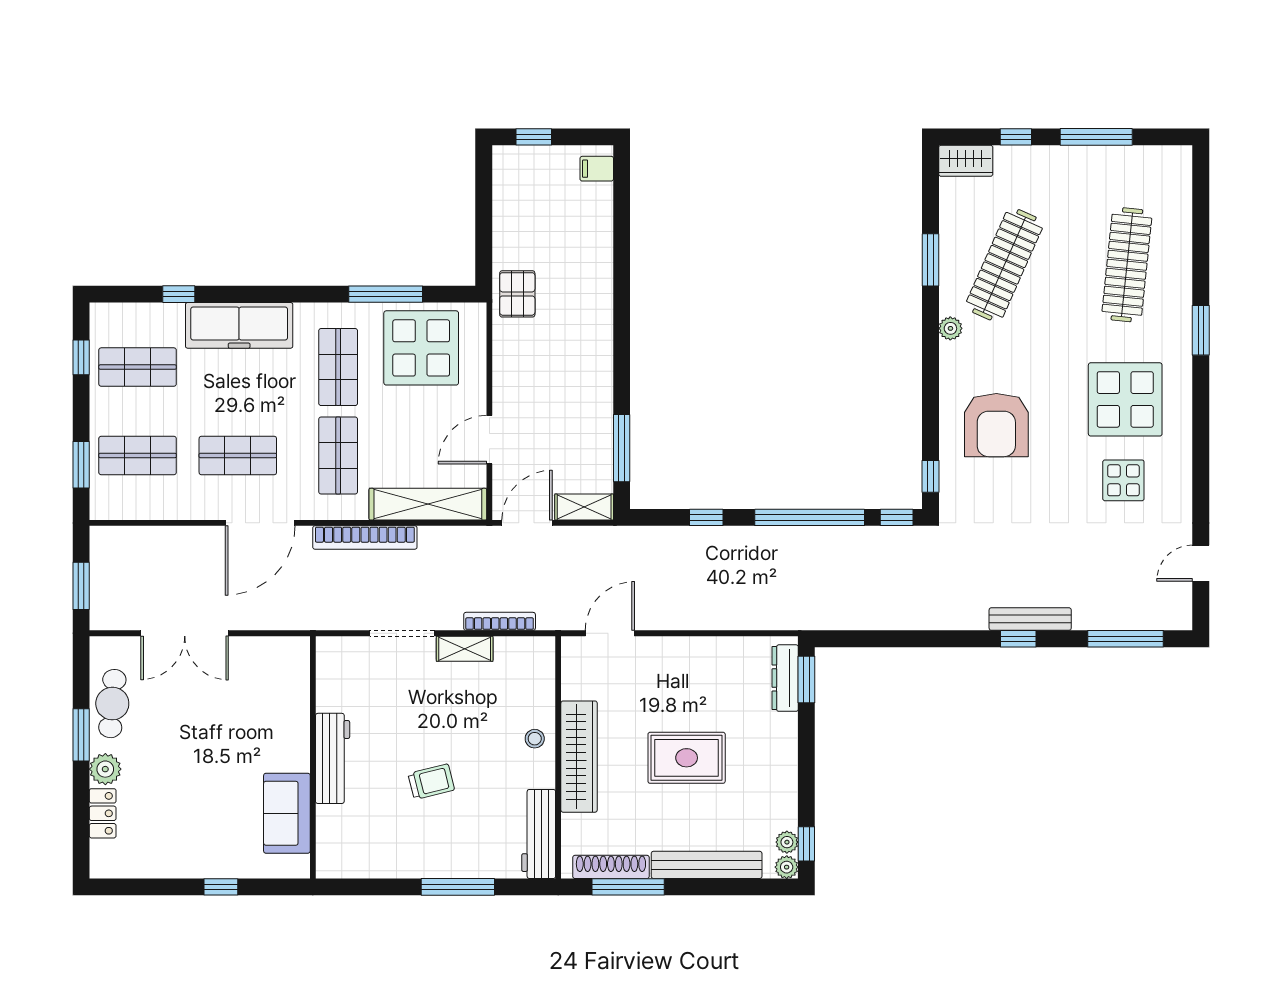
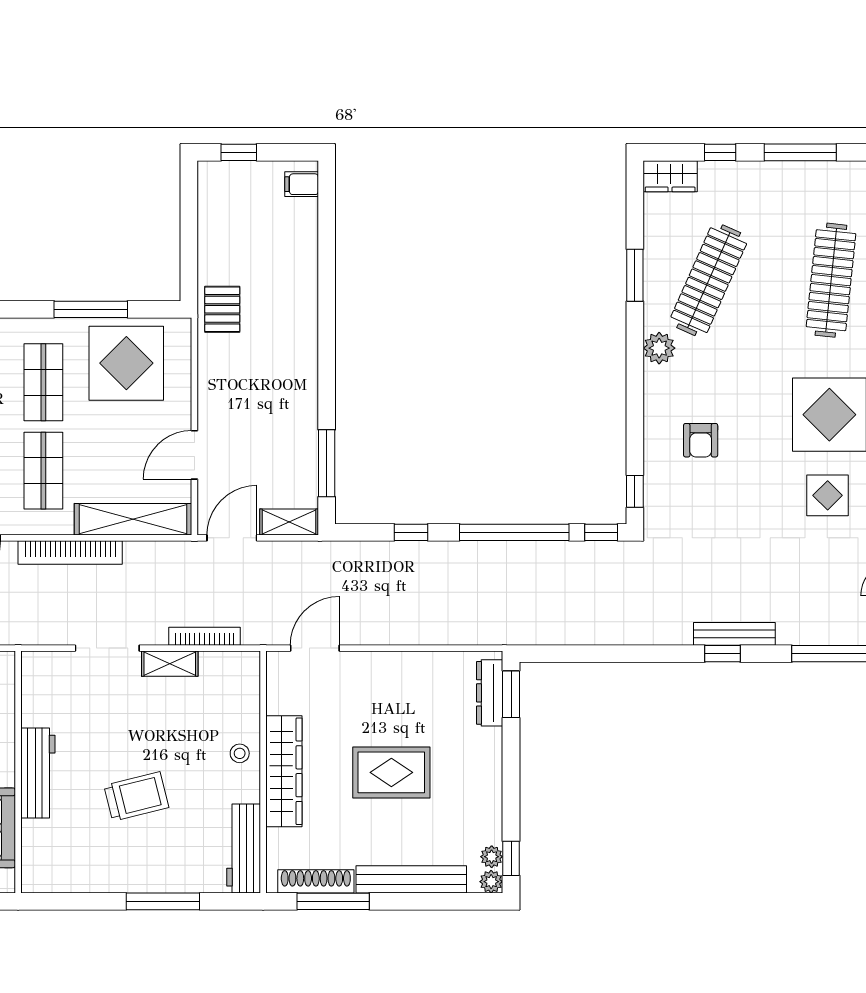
plant: (950, 328) -> (659, 348), width x1.38, depth x1.38
armchair: (996, 425) -> (701, 440), width x0.53, depth x0.53
trolley: (431, 782) -> (136, 796), width x1.36, depth x1.39

